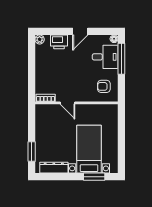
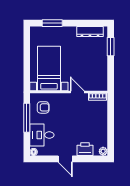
door: (80, 31) -> (65, 159), swing flipped
window: (121, 59) -> (27, 118), moved
bed with nightstands: (89, 149) -> (49, 69), moved, turned 180

